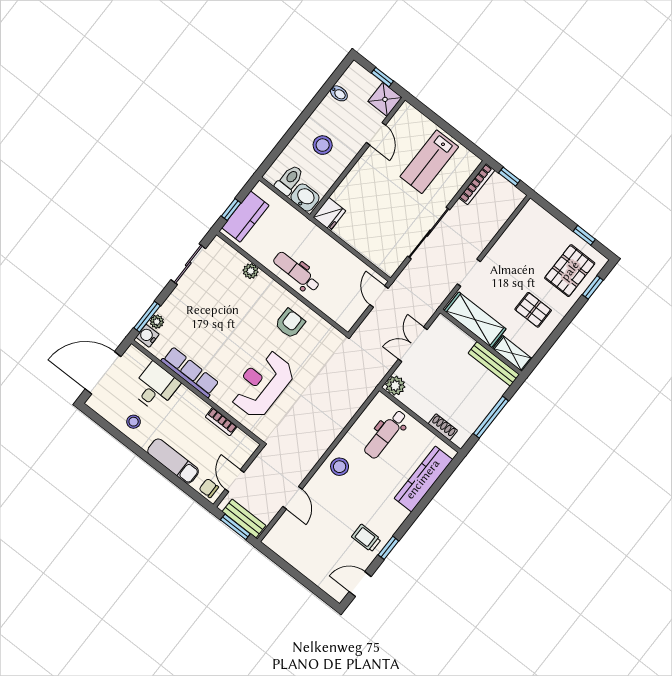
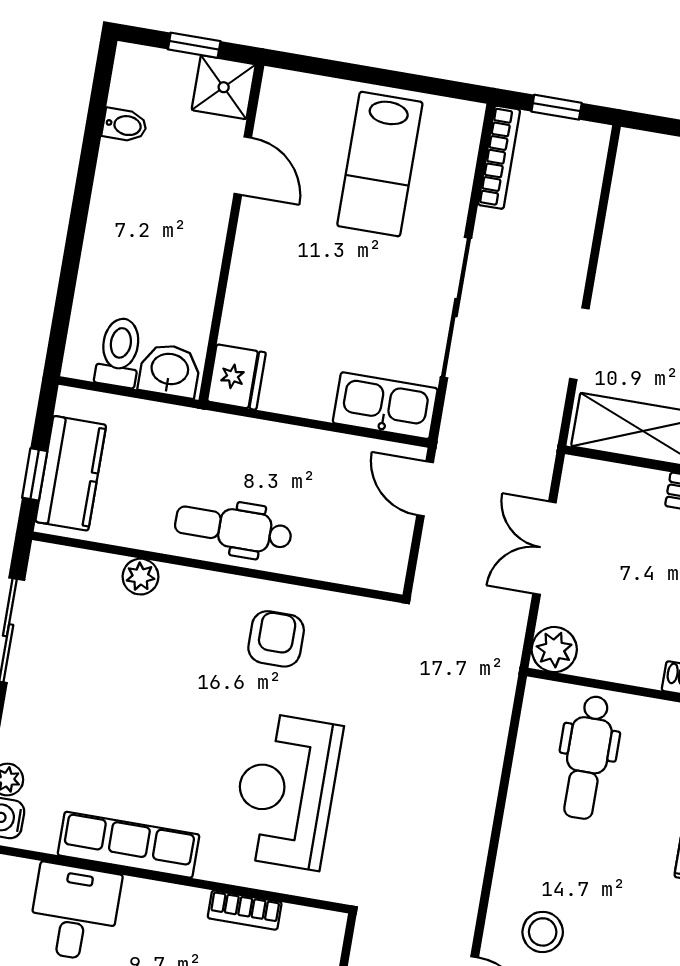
stool: (323, 145) -> (148, 246), removed
kitchen sink: (381, 256) -> (385, 406), added
stool: (340, 467) -> (543, 932), moved

